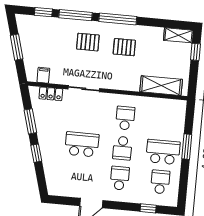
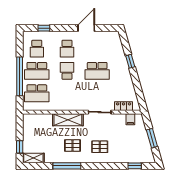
window: (76, 15) -> (111, 166), removed
window: (118, 19) -> (67, 166), moved
shelving: (161, 86) -> (68, 120), moved
school desk: (125, 118) -> (37, 93), moved, width x1.85
window: (30, 121) -> (137, 84), removed
window: (187, 147) -> (20, 76), width x2.11

